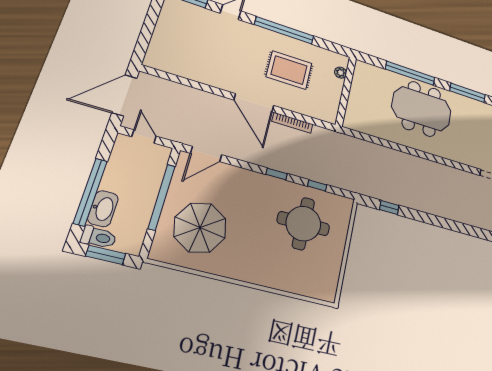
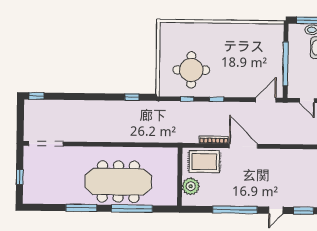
rug: (289, 70) -> (204, 162), moved
plant: (341, 73) -> (191, 186), width x1.88, depth x1.88
meeting table: (422, 109) -> (118, 182), width x1.36
parasol: (200, 228) -> (257, 50), removed

